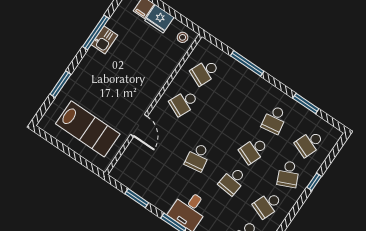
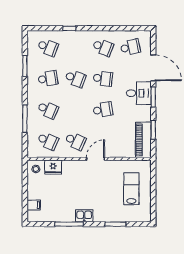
fridge: (159, 19) -> (53, 167), moved, turned 90
kitchen sink: (104, 40) -> (84, 216), moved
door: (139, 125) -> (96, 159), moved
lab bench: (88, 129) -> (131, 189), width x0.73, depth x0.72
school desk: (288, 174) -> (48, 110), moved, turned 48
piano: (133, 179) -> (143, 140), added

